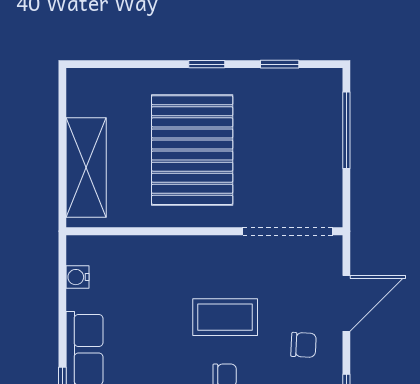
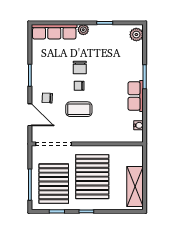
pallet: (287, 132) -> (54, 184), added
shelving: (86, 167) -> (135, 186), moved
door: (346, 303) -> (30, 115), swing flipped

